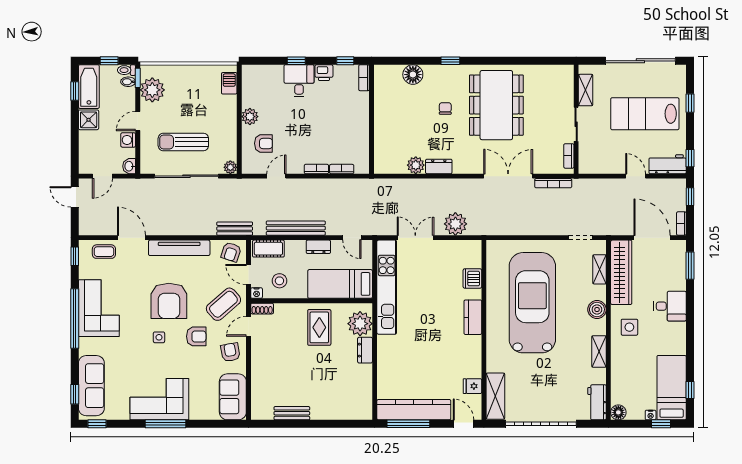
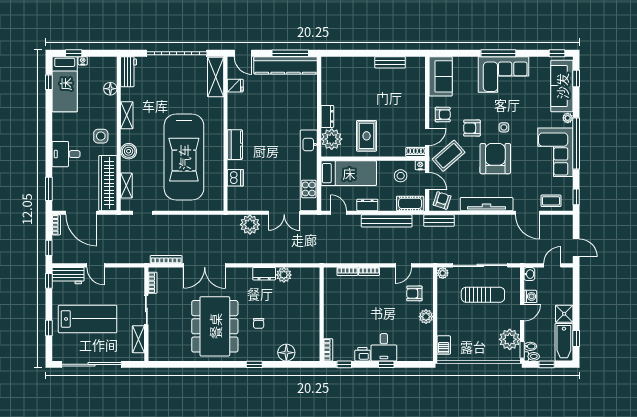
plant: (84, 348) -> (568, 118), added
armchair: (230, 352) -> (443, 115), turned -80
floor lamp: (618, 412) -> (110, 89), moved

